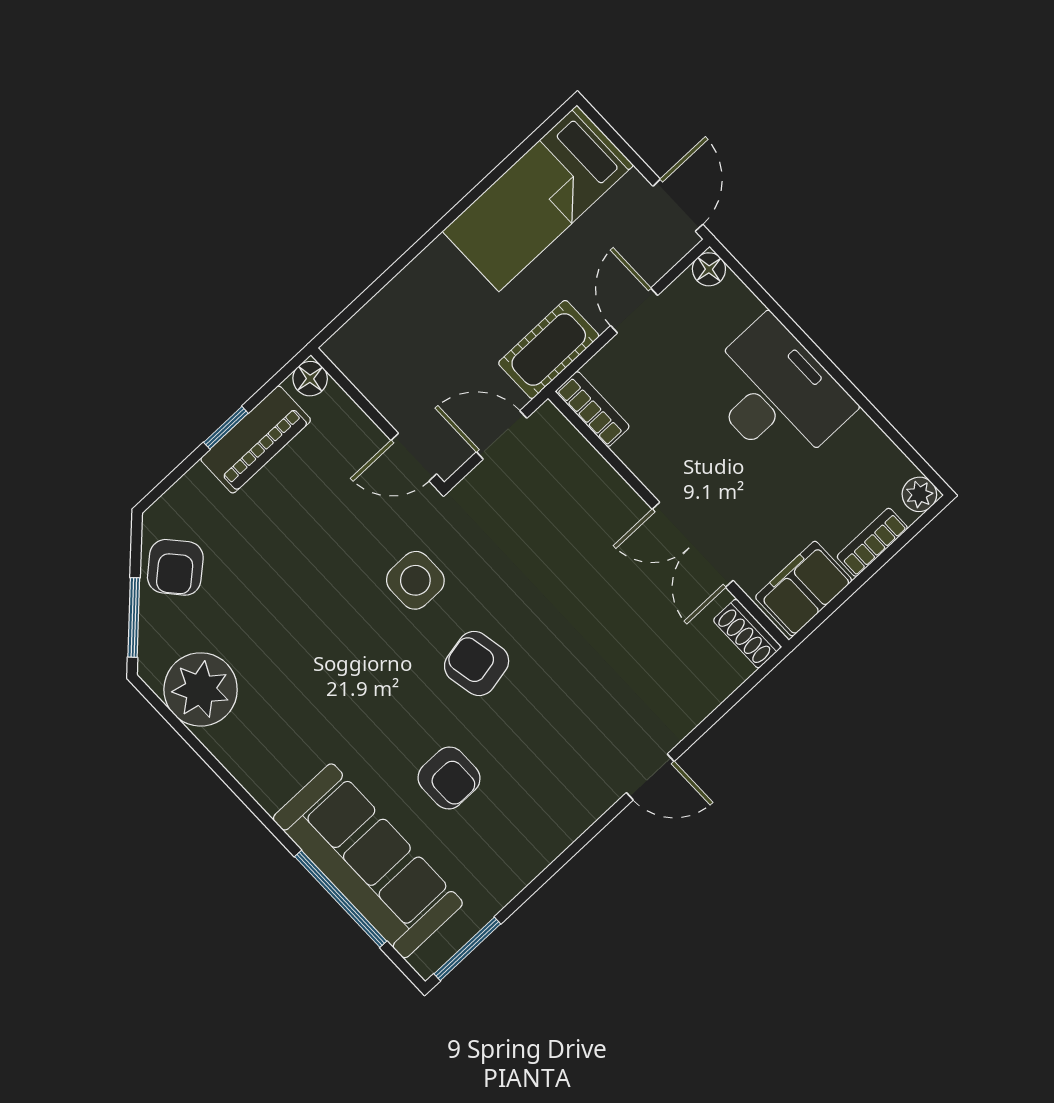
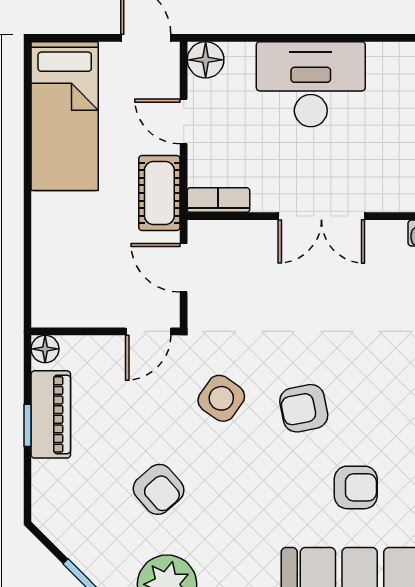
floor lamp: (709, 269) -> (206, 60), width x1.37, depth x1.37
door: (502, 435) -> (184, 268), hinge flipped
double door: (693, 545) -> (321, 216), moved
armchair: (175, 567) -> (159, 489), moved
side table: (415, 580) -> (221, 398), turned 35

